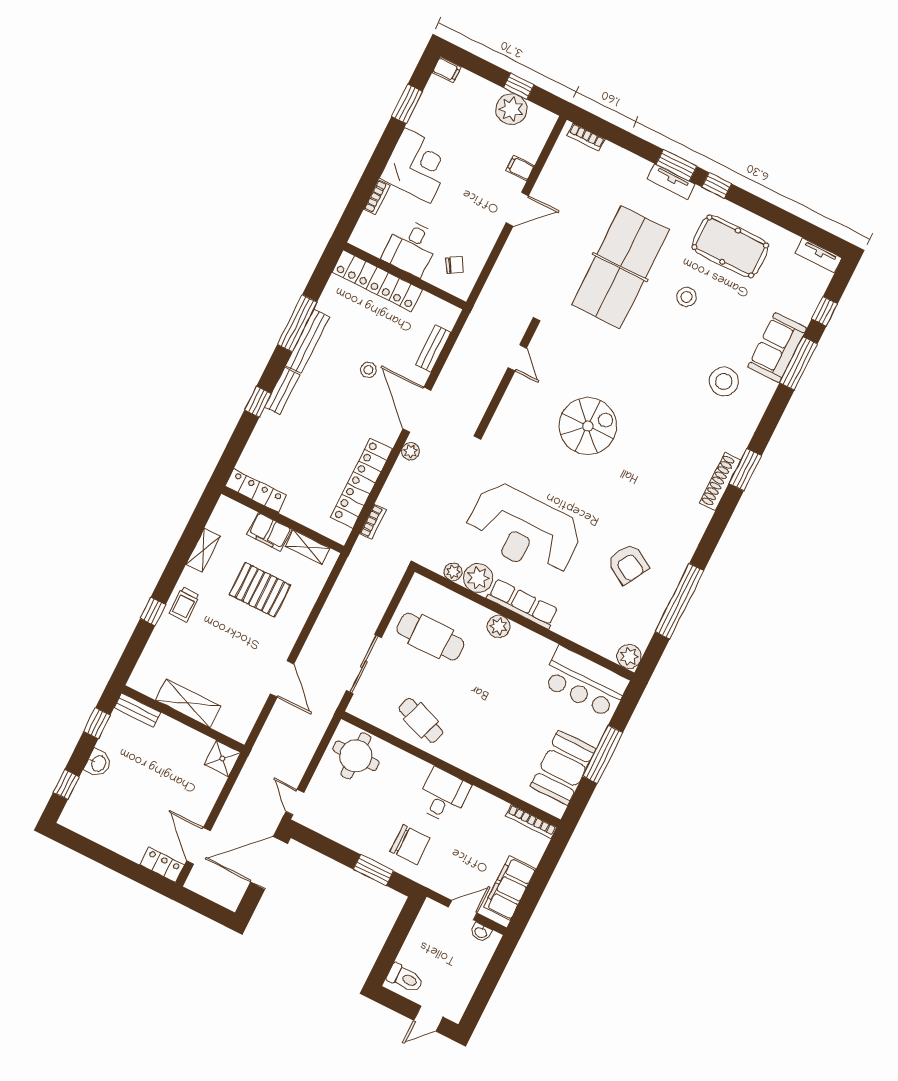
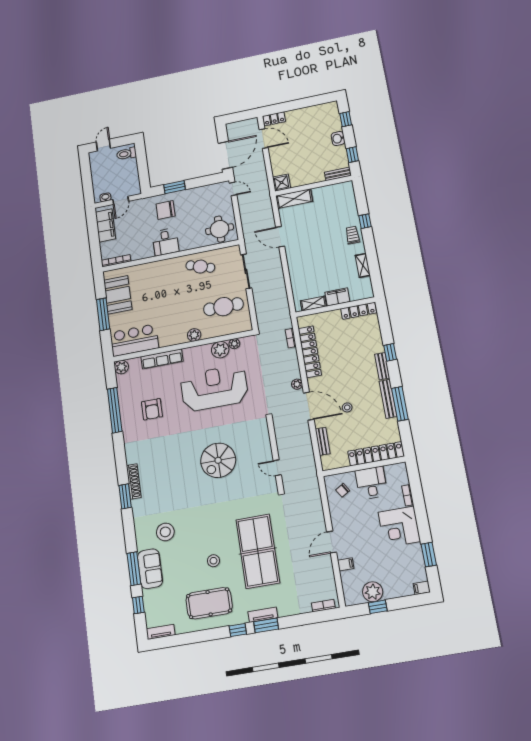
armchair: (628, 564) -> (152, 409), turned -120
pallet: (260, 590) -> (321, 268), removed
row of seats: (522, 604) -> (162, 359), moved
shelving: (188, 703) -> (294, 199), moved

